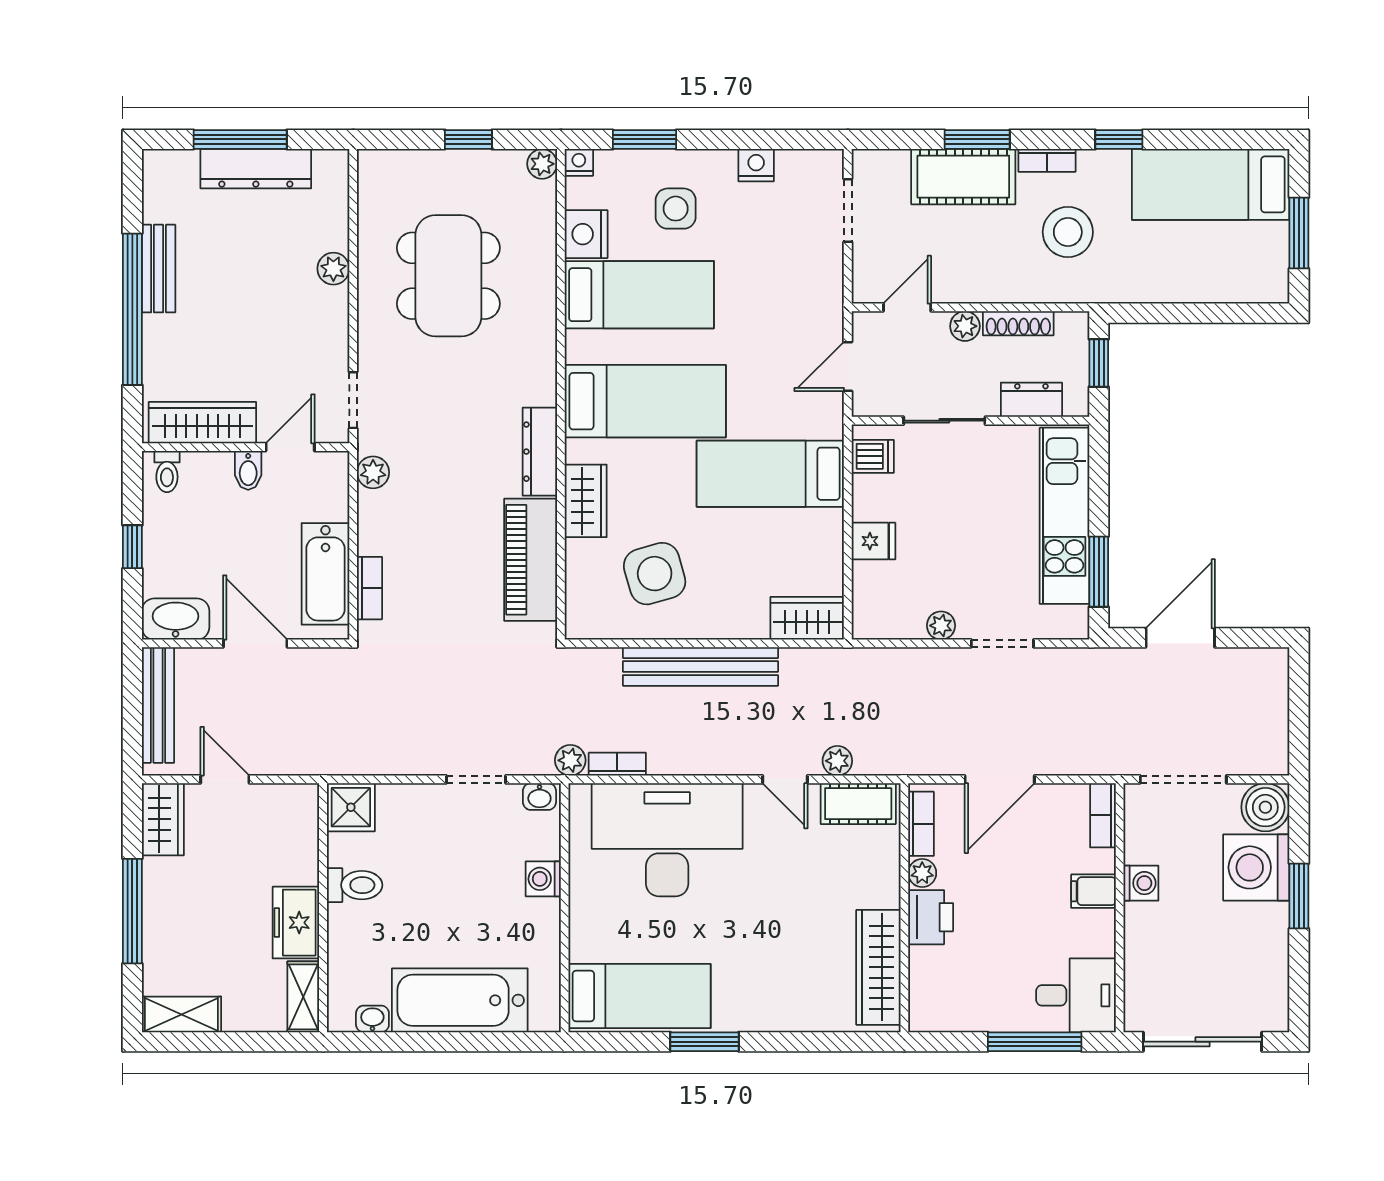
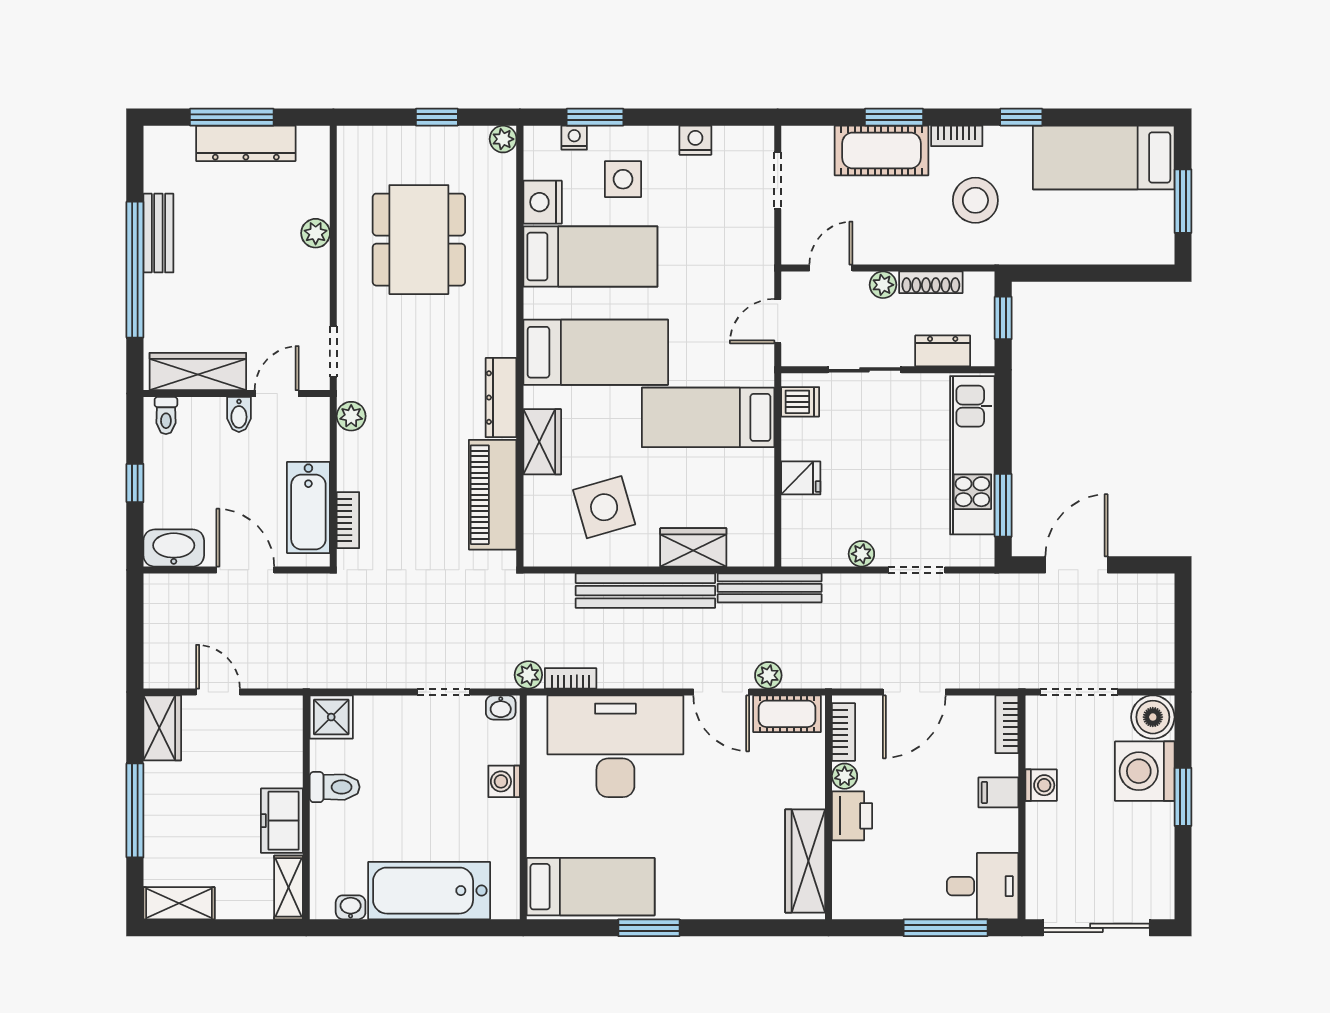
nightstand: (579, 162) -> (574, 138), moved
wardrobe: (807, 618) -> (693, 547), moved
bench: (158, 705) -> (770, 588), moved, turned 90
door: (785, 779) -> (721, 692), width x1.38

